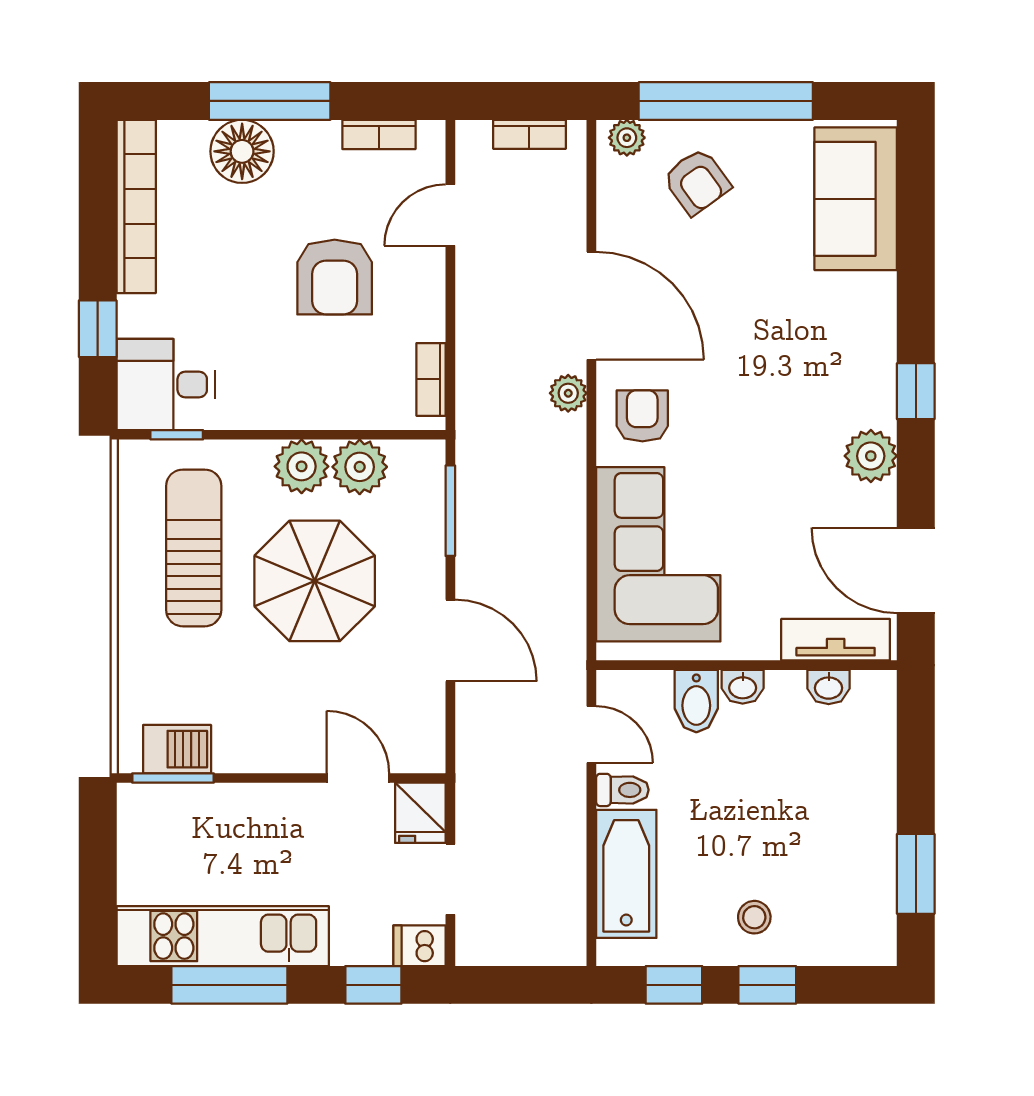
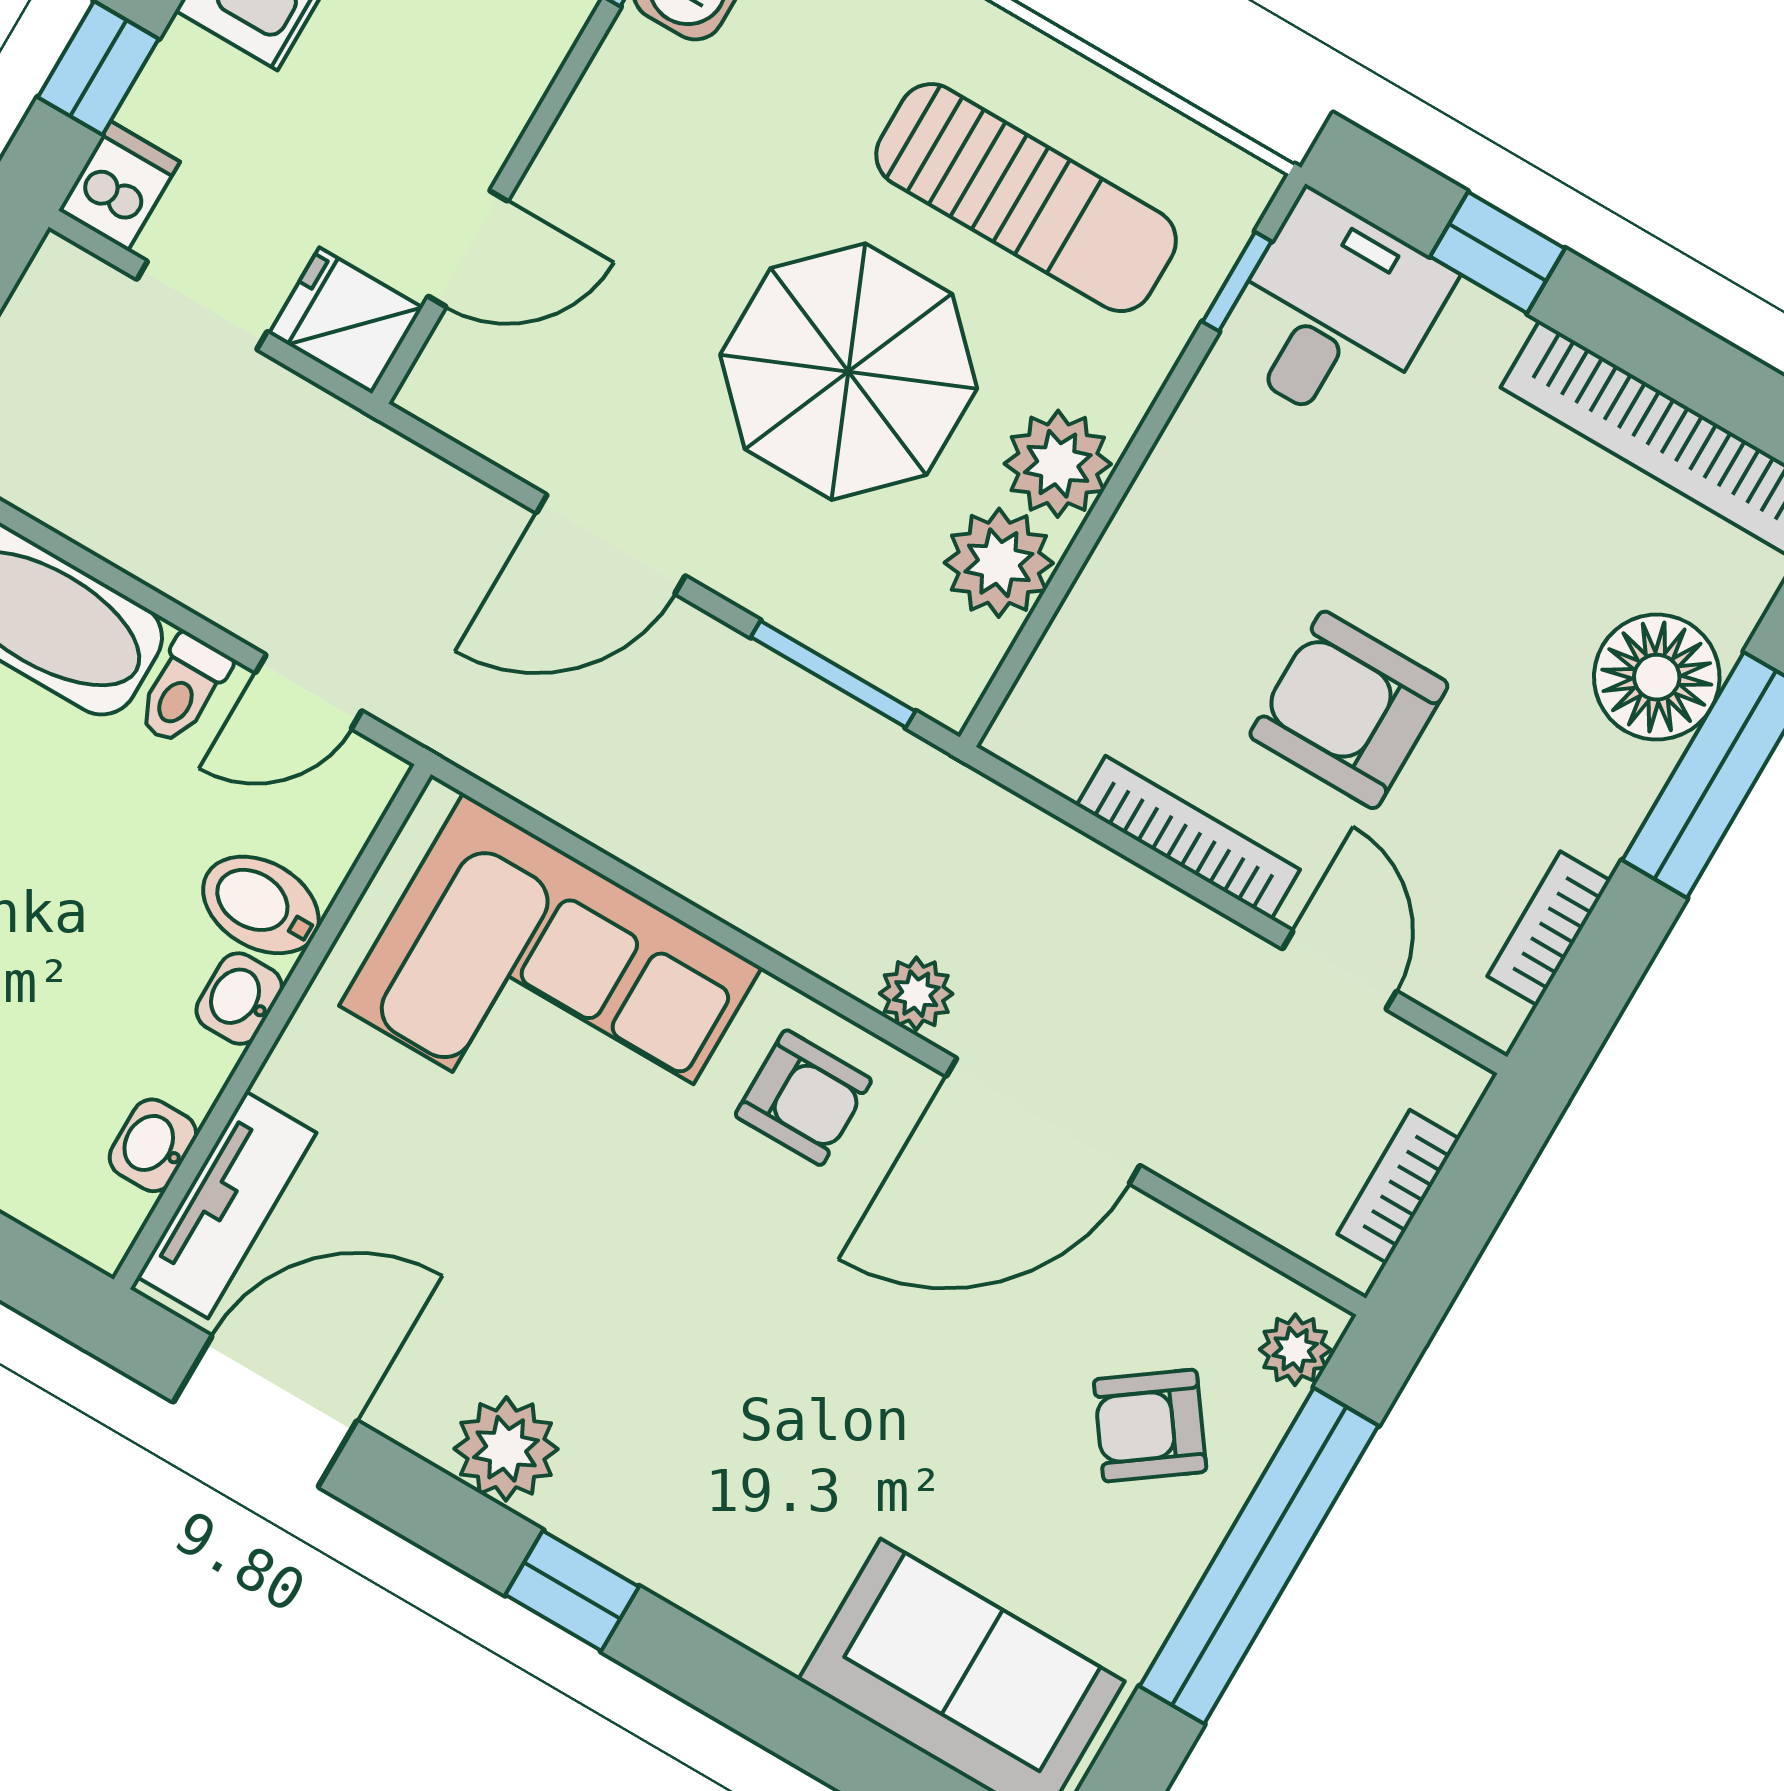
bookcase: (431, 379) -> (1188, 838), moved, width x1.56

